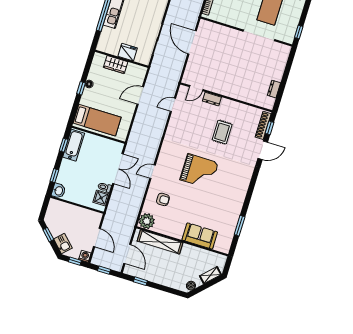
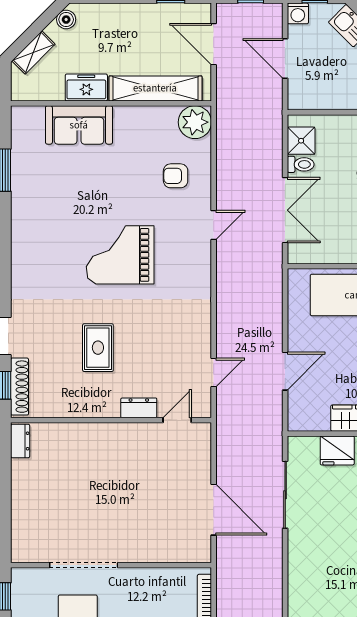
dresser: (274, 89) -> (20, 441), moved
double door: (118, 169) -> (285, 210), swing flipped
freezer: (191, 252) -> (86, 88), added

